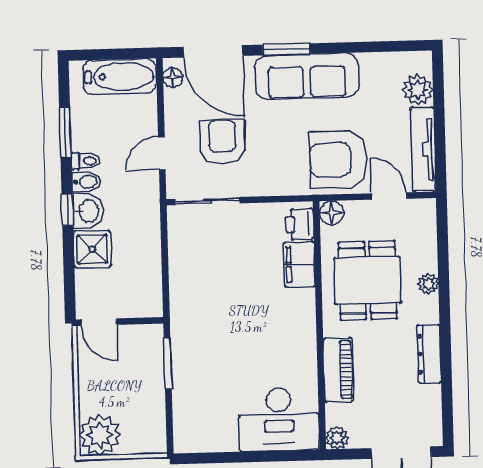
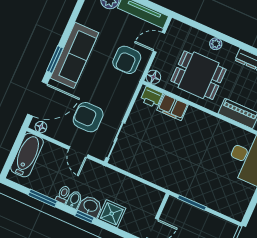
armchair: (338, 159) -> (127, 60), width x0.73, depth x0.73

